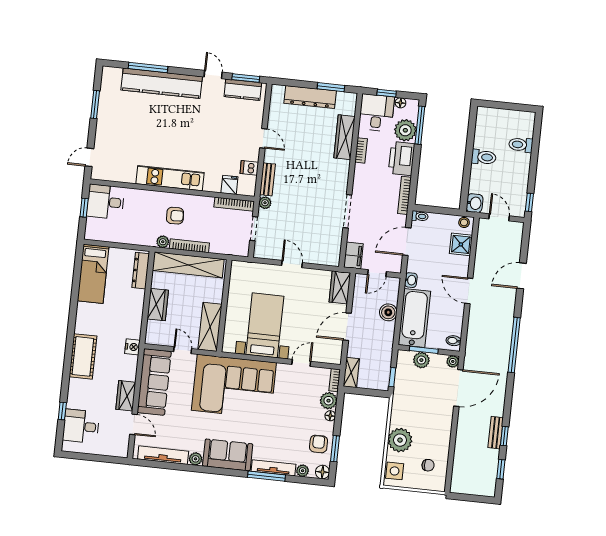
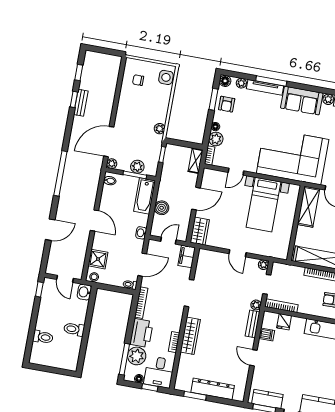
wardrobe: (344, 137) -> (190, 336), moved
plant: (260, 252) -> (263, 265), added
bathtub: (414, 318) -> (145, 196), width x0.73, depth x0.73
plant: (400, 440) -> (160, 129), moved, width x0.53, depth x0.53

